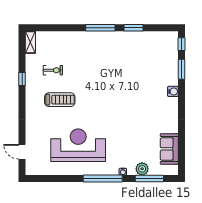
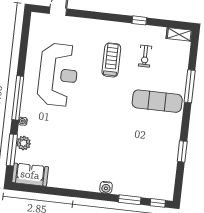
window: (100, 28) -> (190, 86), moved
exercise mat: (92, 55) -> (157, 101), added
treadmill: (60, 100) -> (111, 60), turned 180
sofa: (169, 149) -> (30, 175), moved

